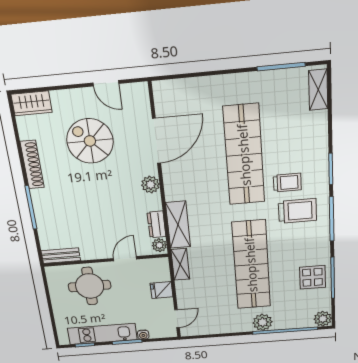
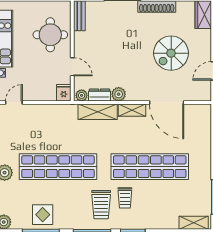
spiral stairs: (90, 141) -> (171, 53), turned 180
plant: (150, 185) -> (119, 94), moved
shelving: (180, 264) -> (132, 110), moved
fridge: (162, 290) -> (64, 93), moved
door: (177, 319) -> (14, 103), swing flipped

